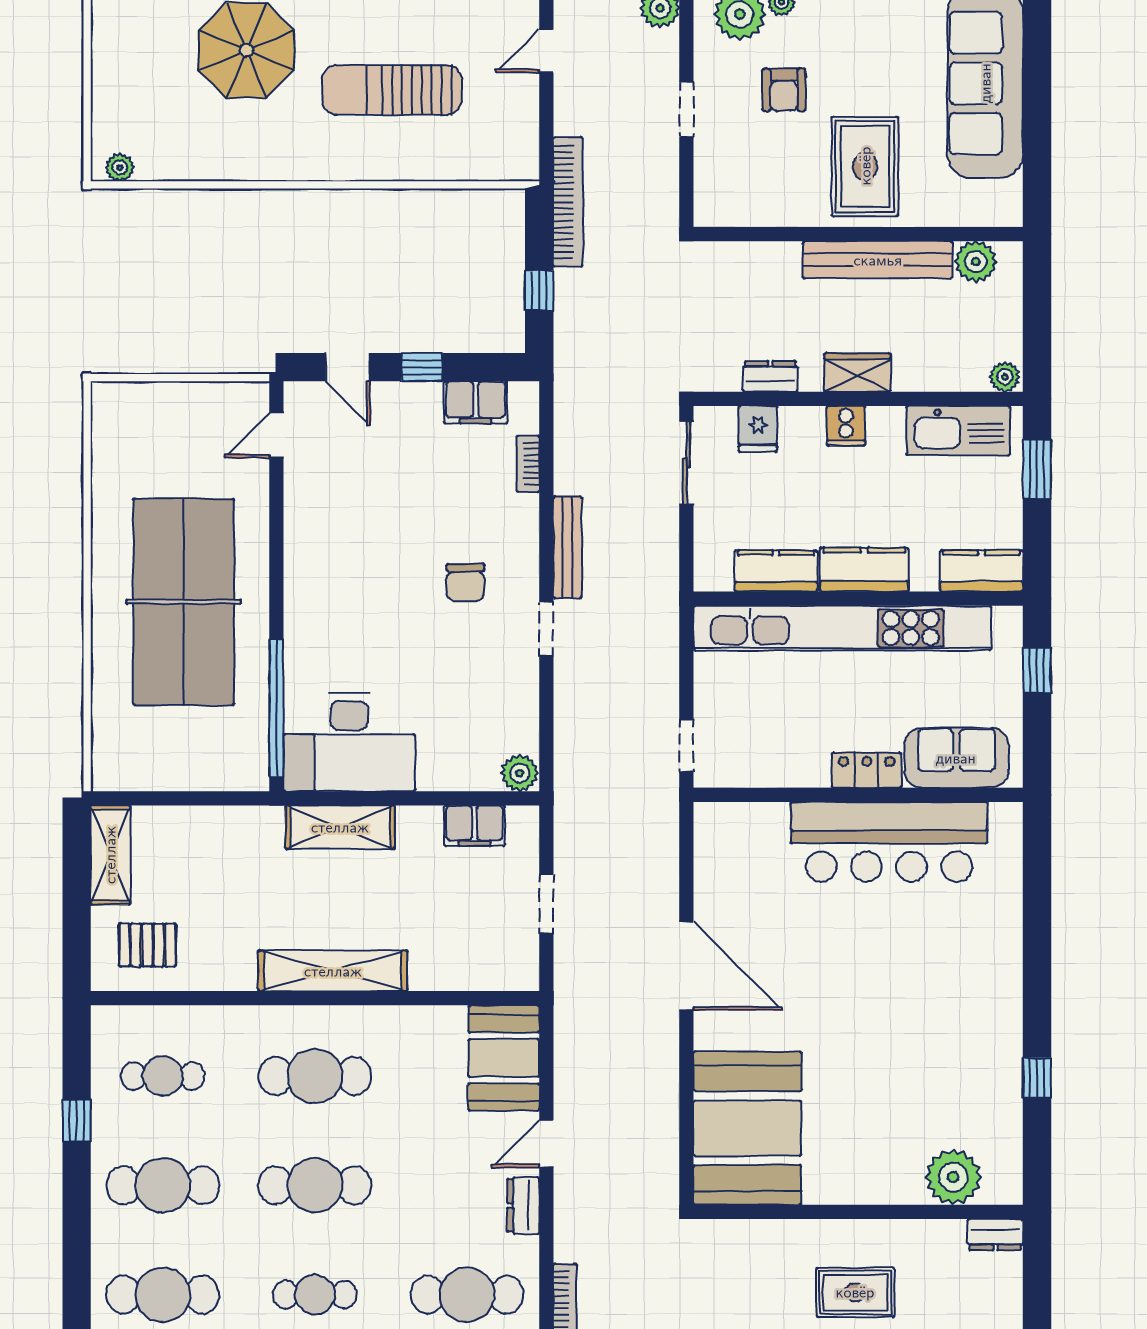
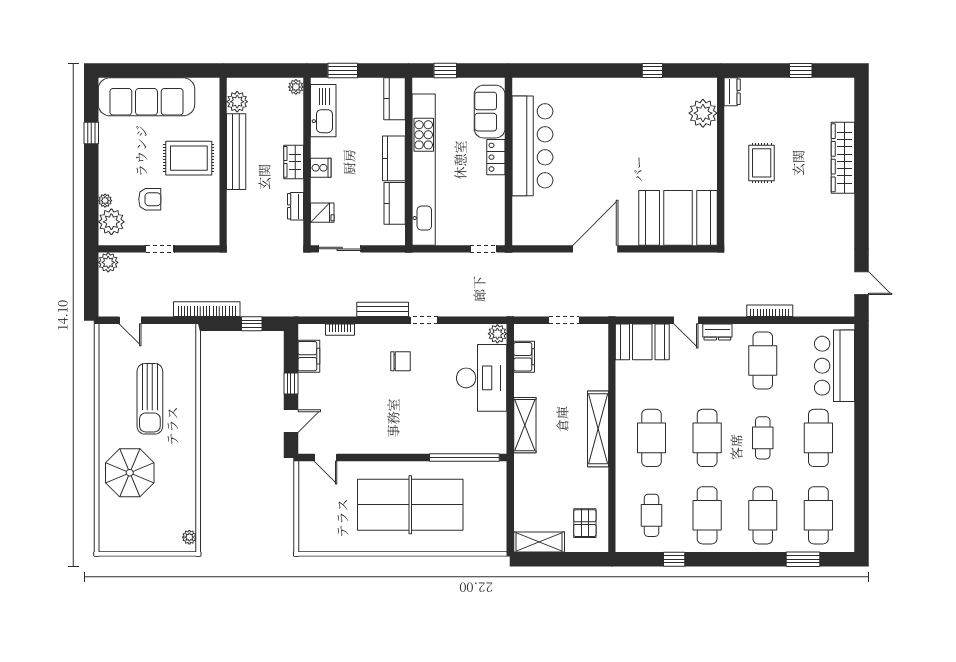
desk: (349, 742) -> (482, 378), moved

